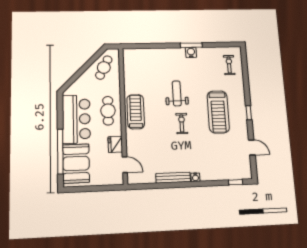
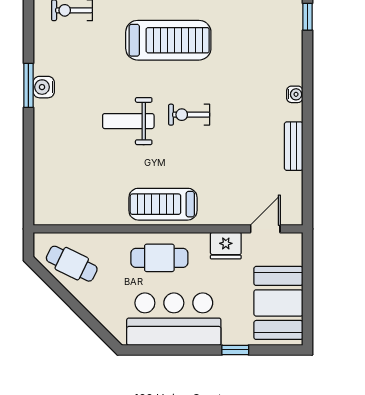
window: (60, 151) -> (235, 350), width x0.32
booth: (76, 163) -> (278, 303), moved, turned 90
bench: (173, 178) -> (294, 146), width x0.73

